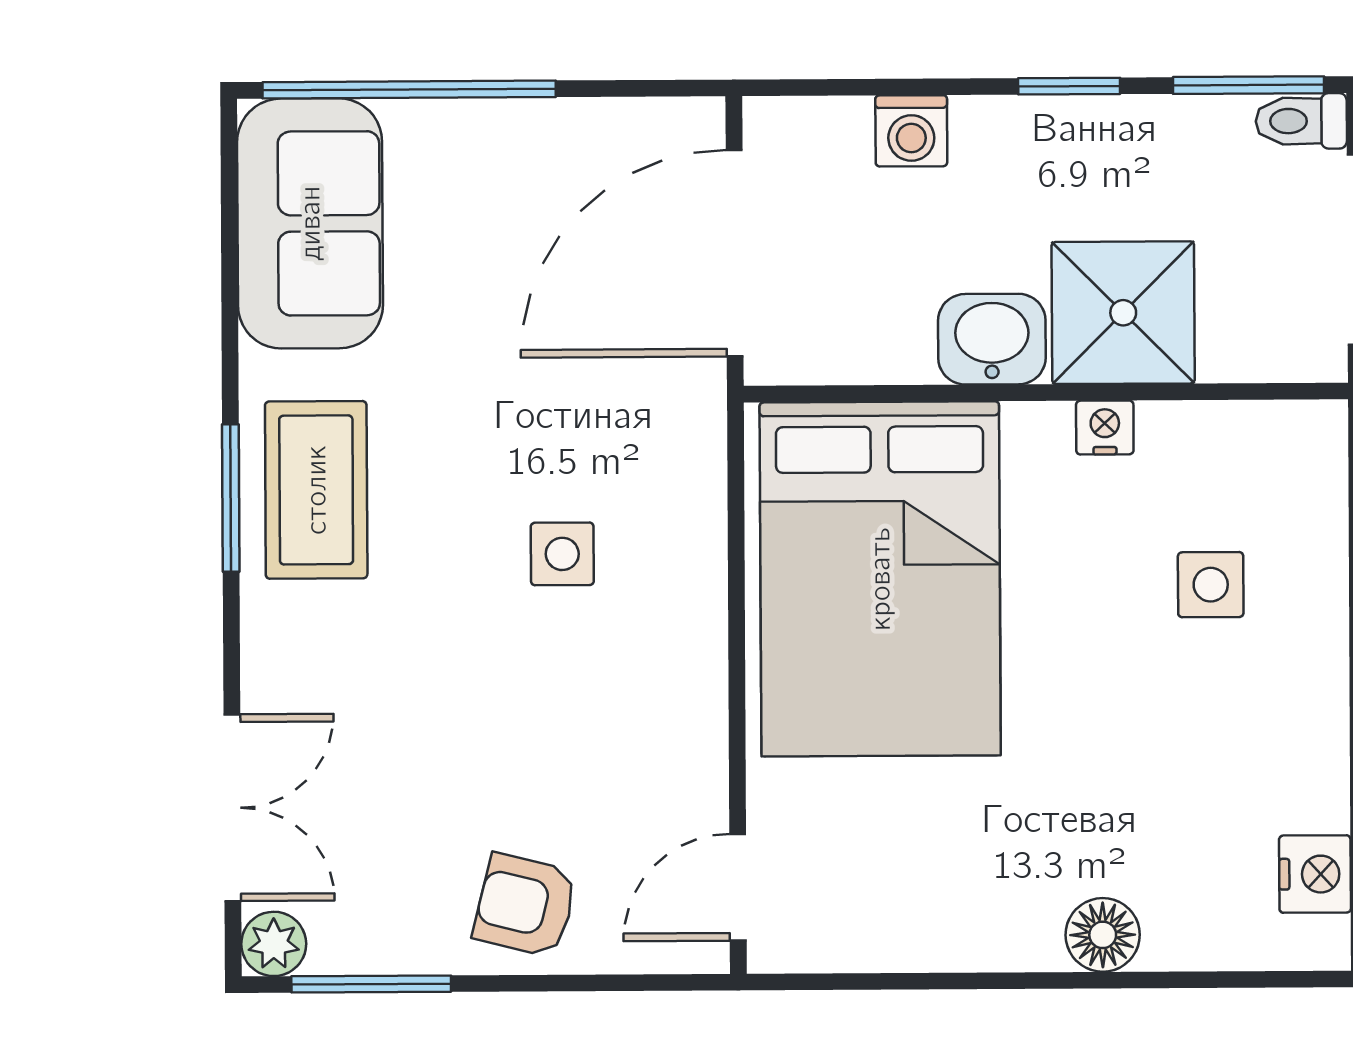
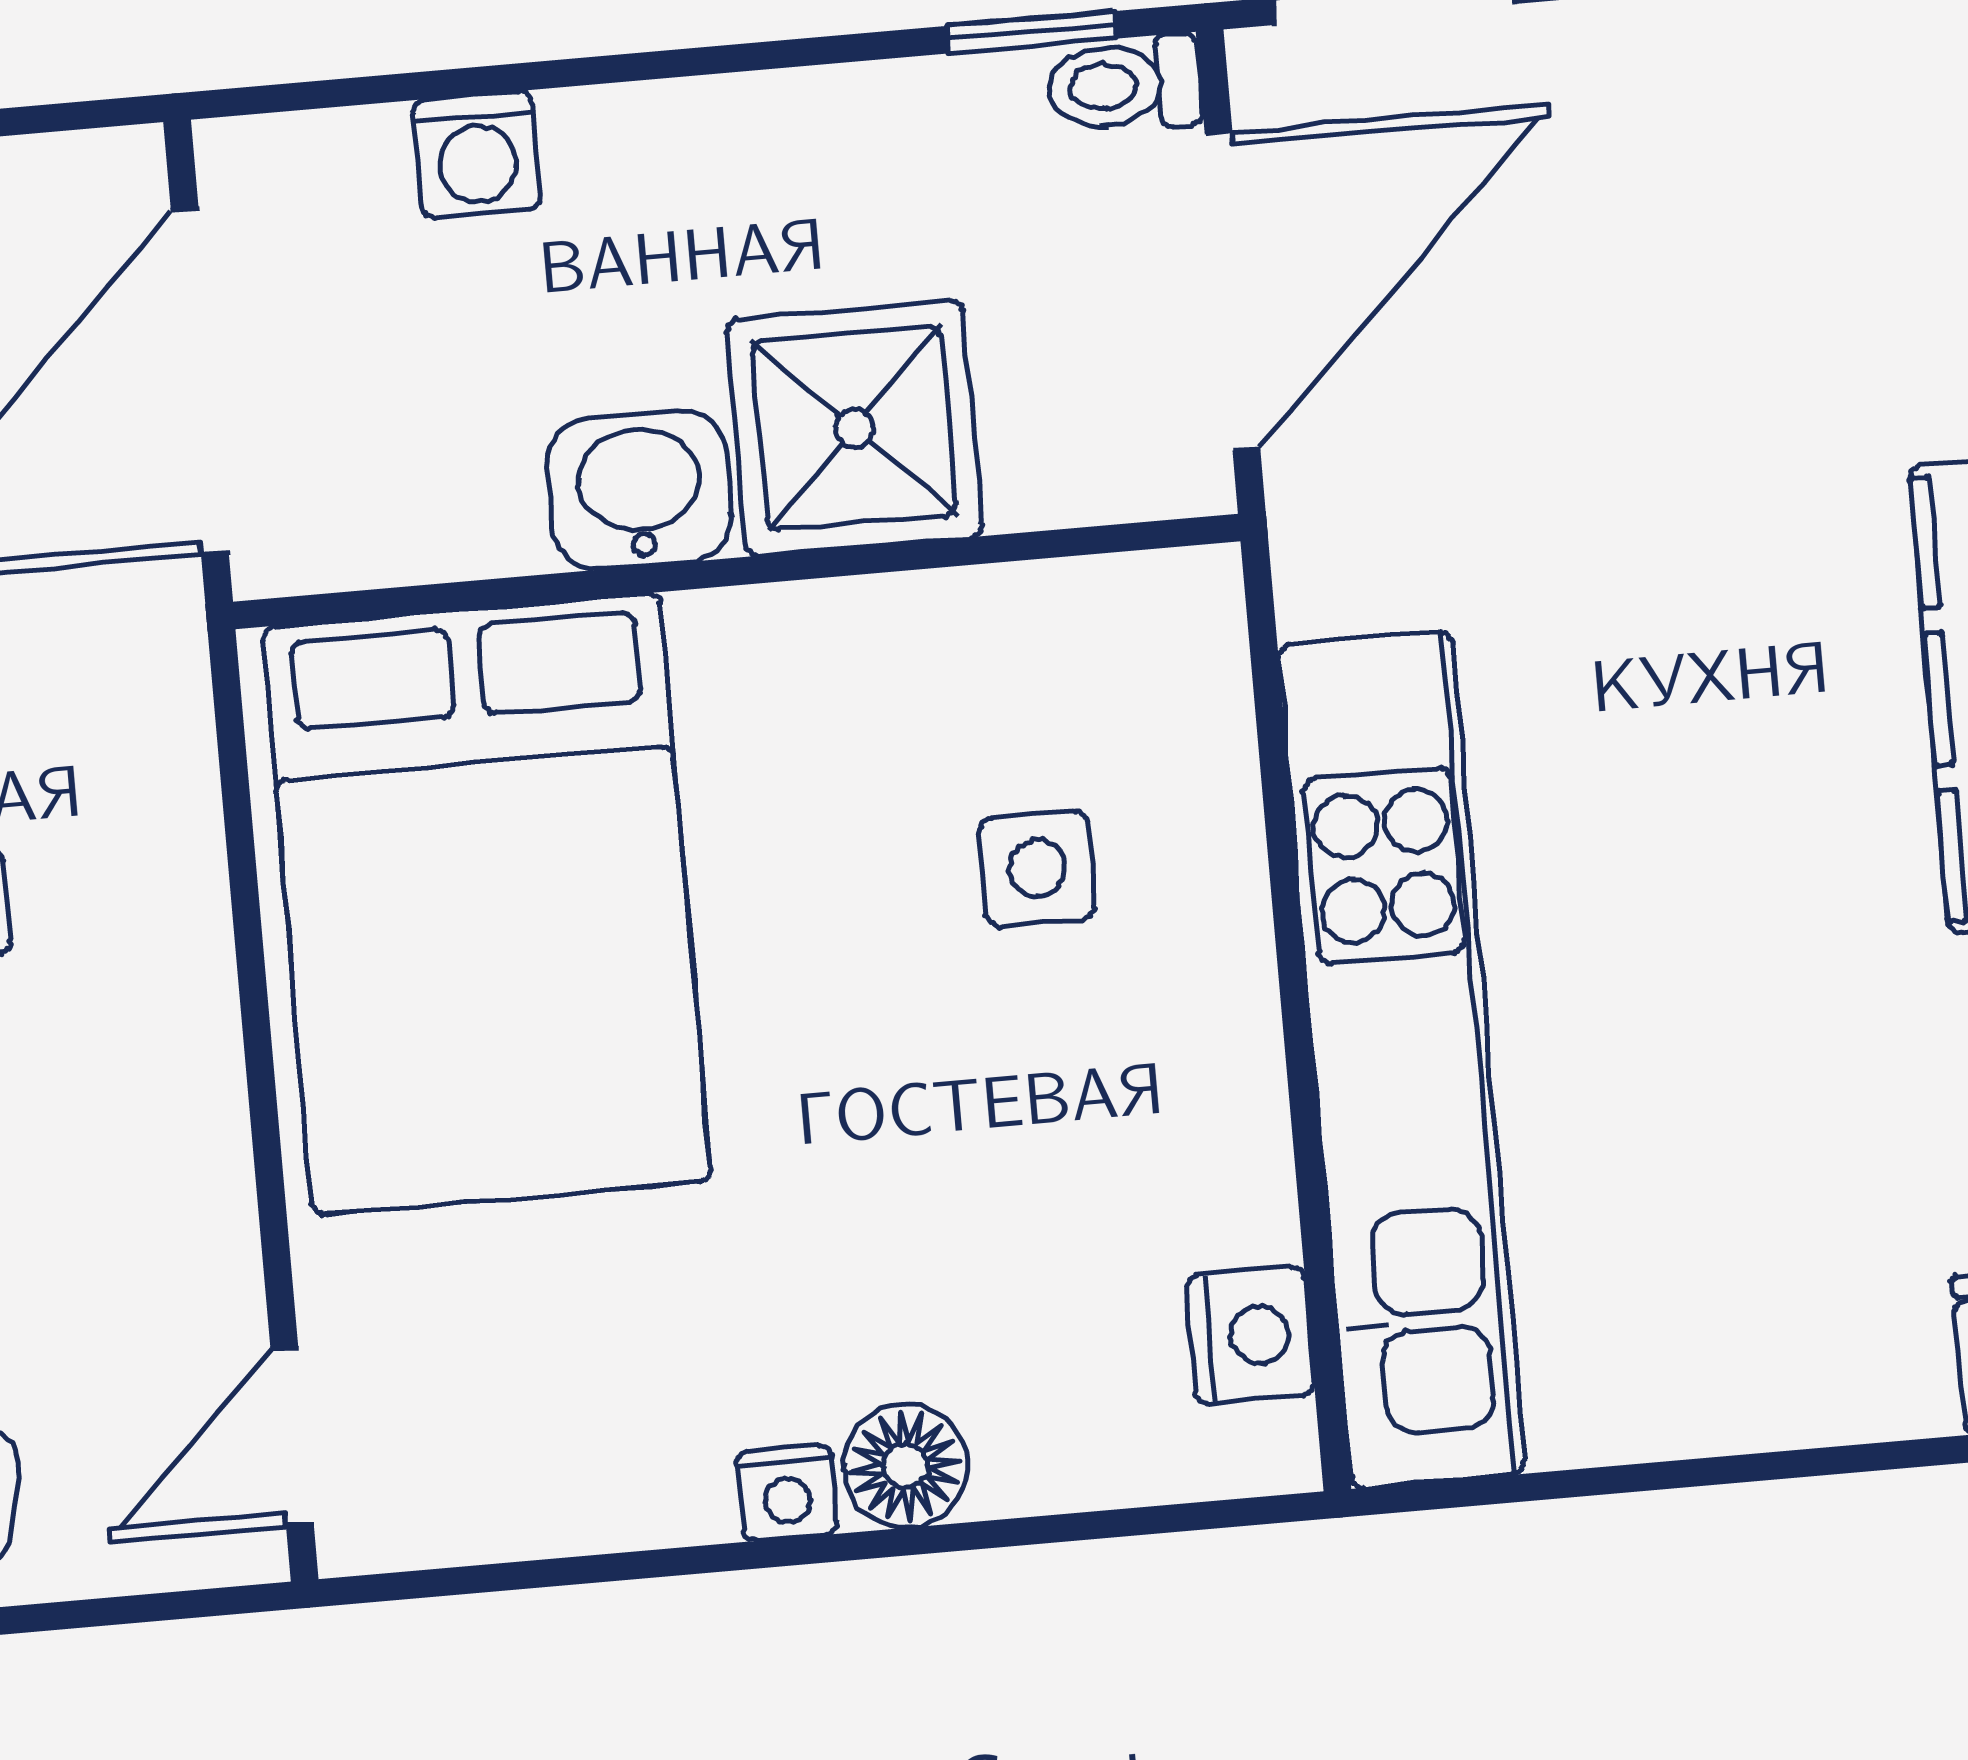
window: (1249, 85) -> (1032, 32), width x0.67
window: (1069, 86) -> (733, 58), removed
nightstand: (1105, 427) -> (787, 1493), moved, turned 180

